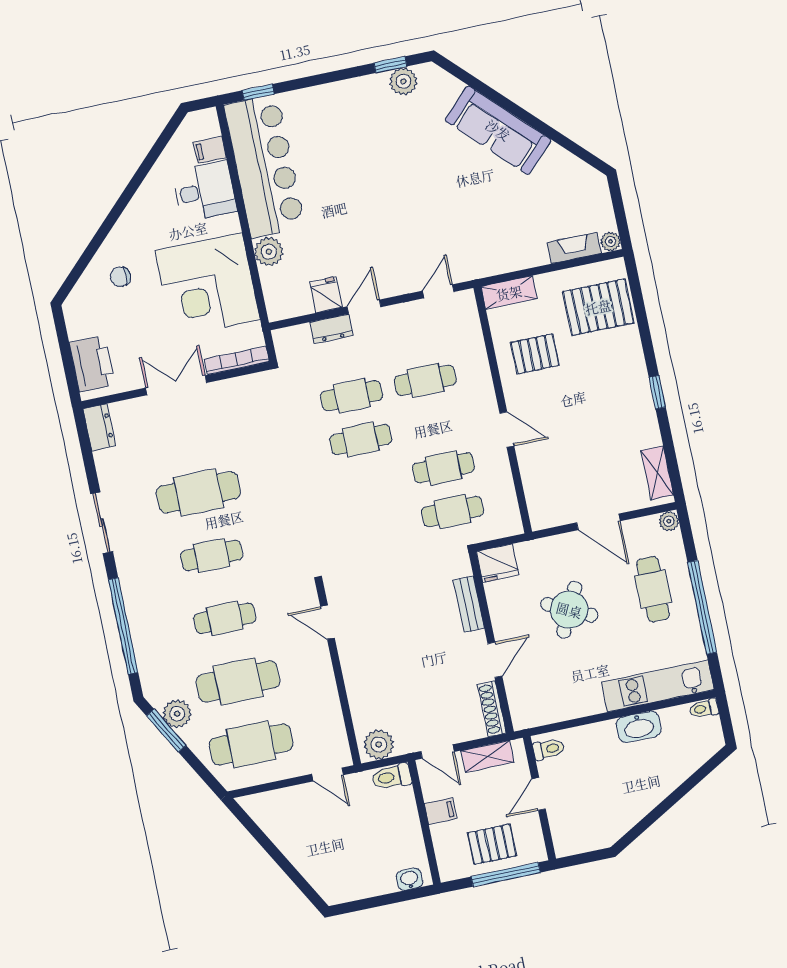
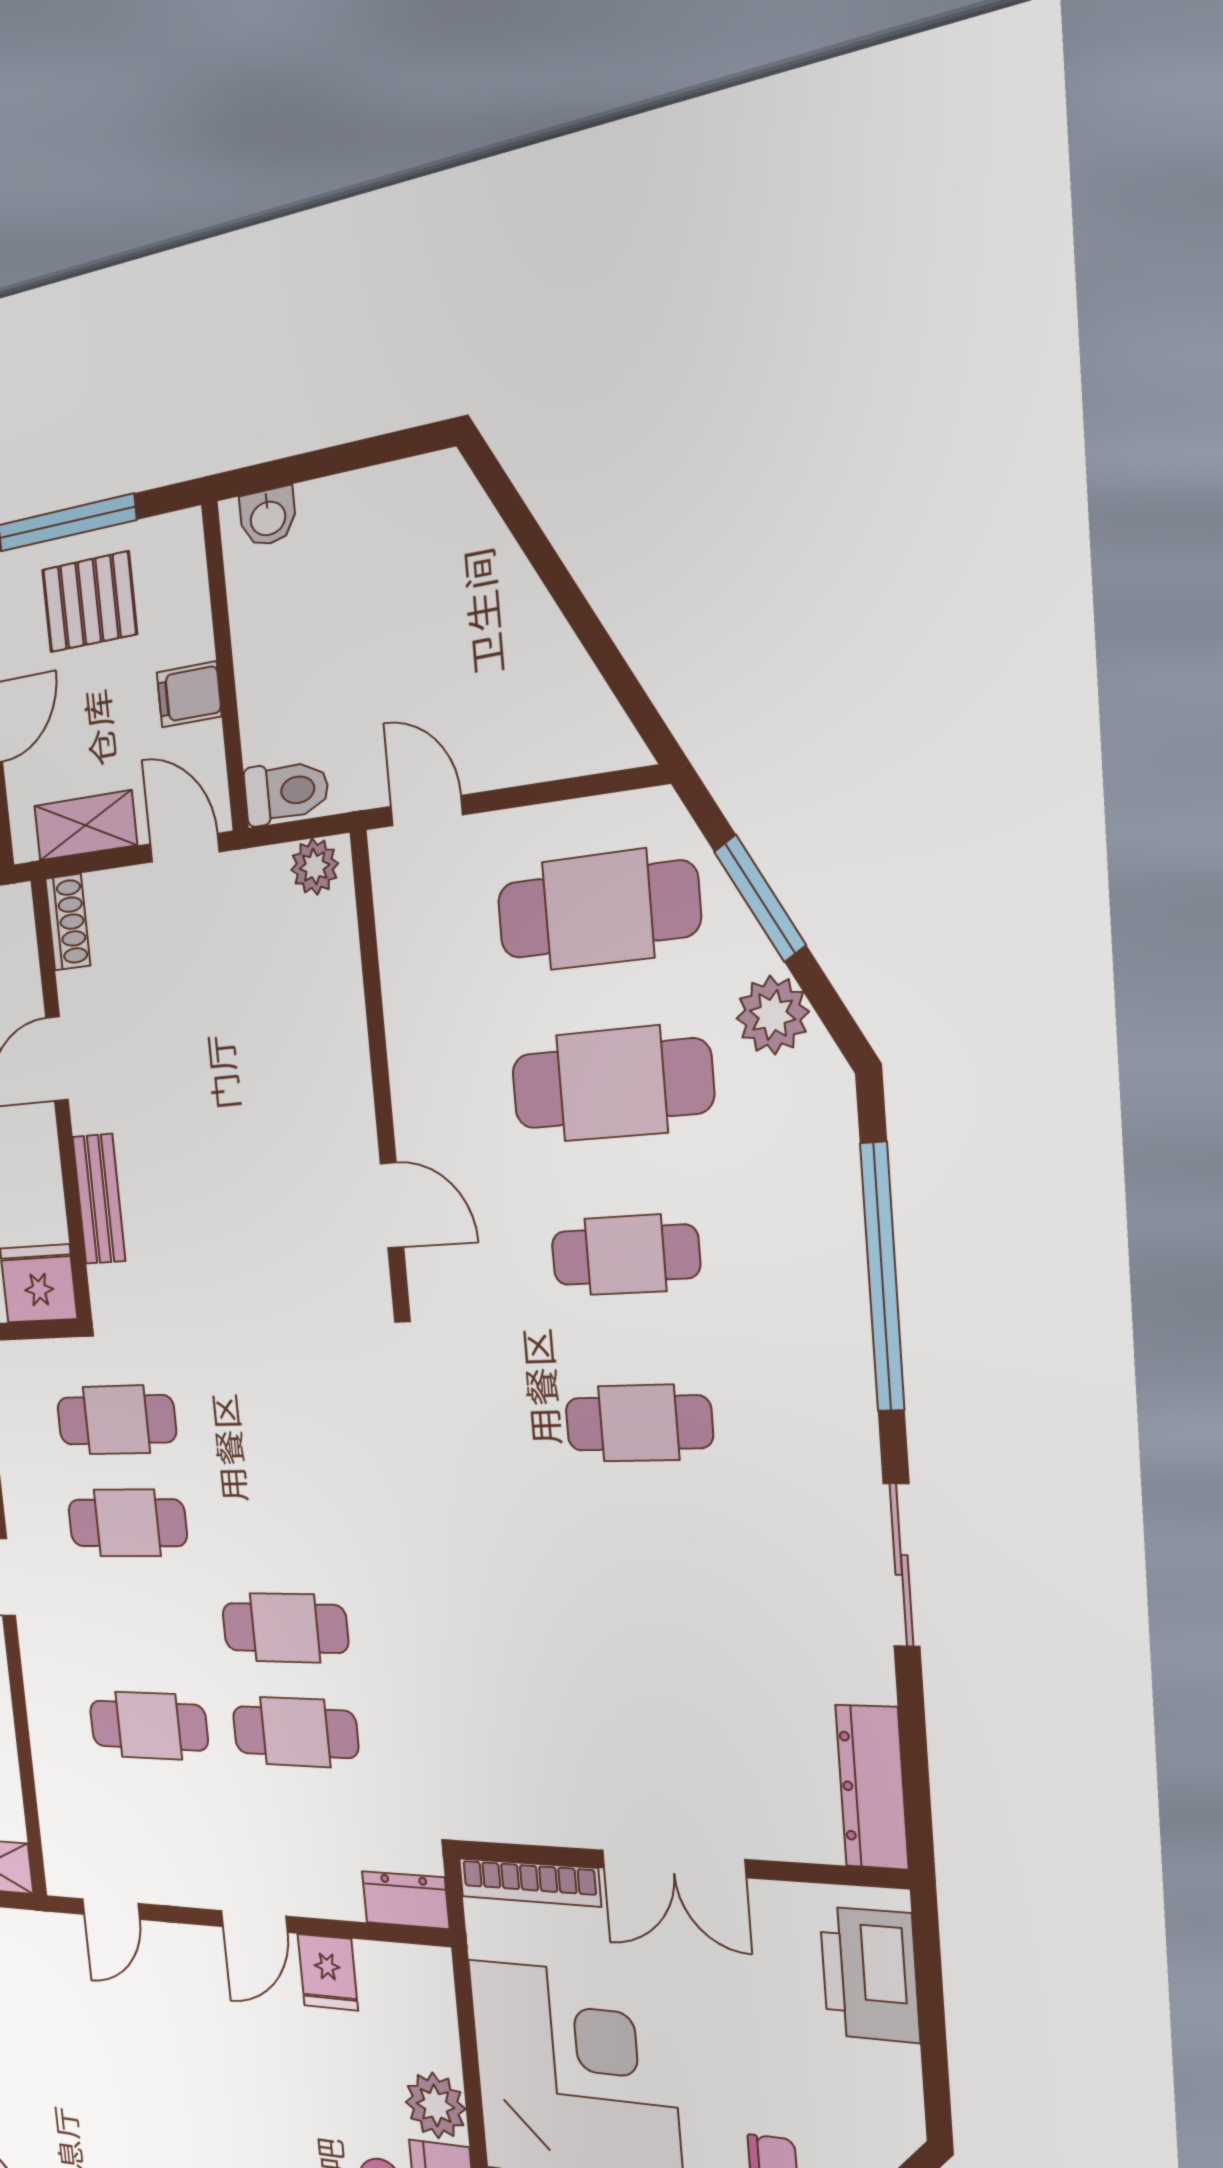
dresser: (331, 329) -> (406, 1900), moved
dresser: (99, 427) -> (872, 1787), width x1.44
cafe table: (198, 492) -> (652, 1588), removed
shoe rack: (492, 709) -> (68, 922), width x0.70
window: (166, 731) -> (760, 898), moved
plant: (379, 745) -> (315, 867), width x0.73, depth x0.73

